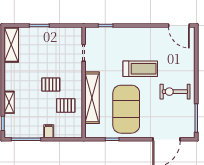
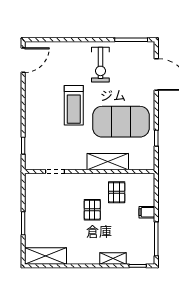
treadmill: (140, 69) -> (74, 105), turned 180
shelving: (92, 98) -> (108, 162), width x0.68

